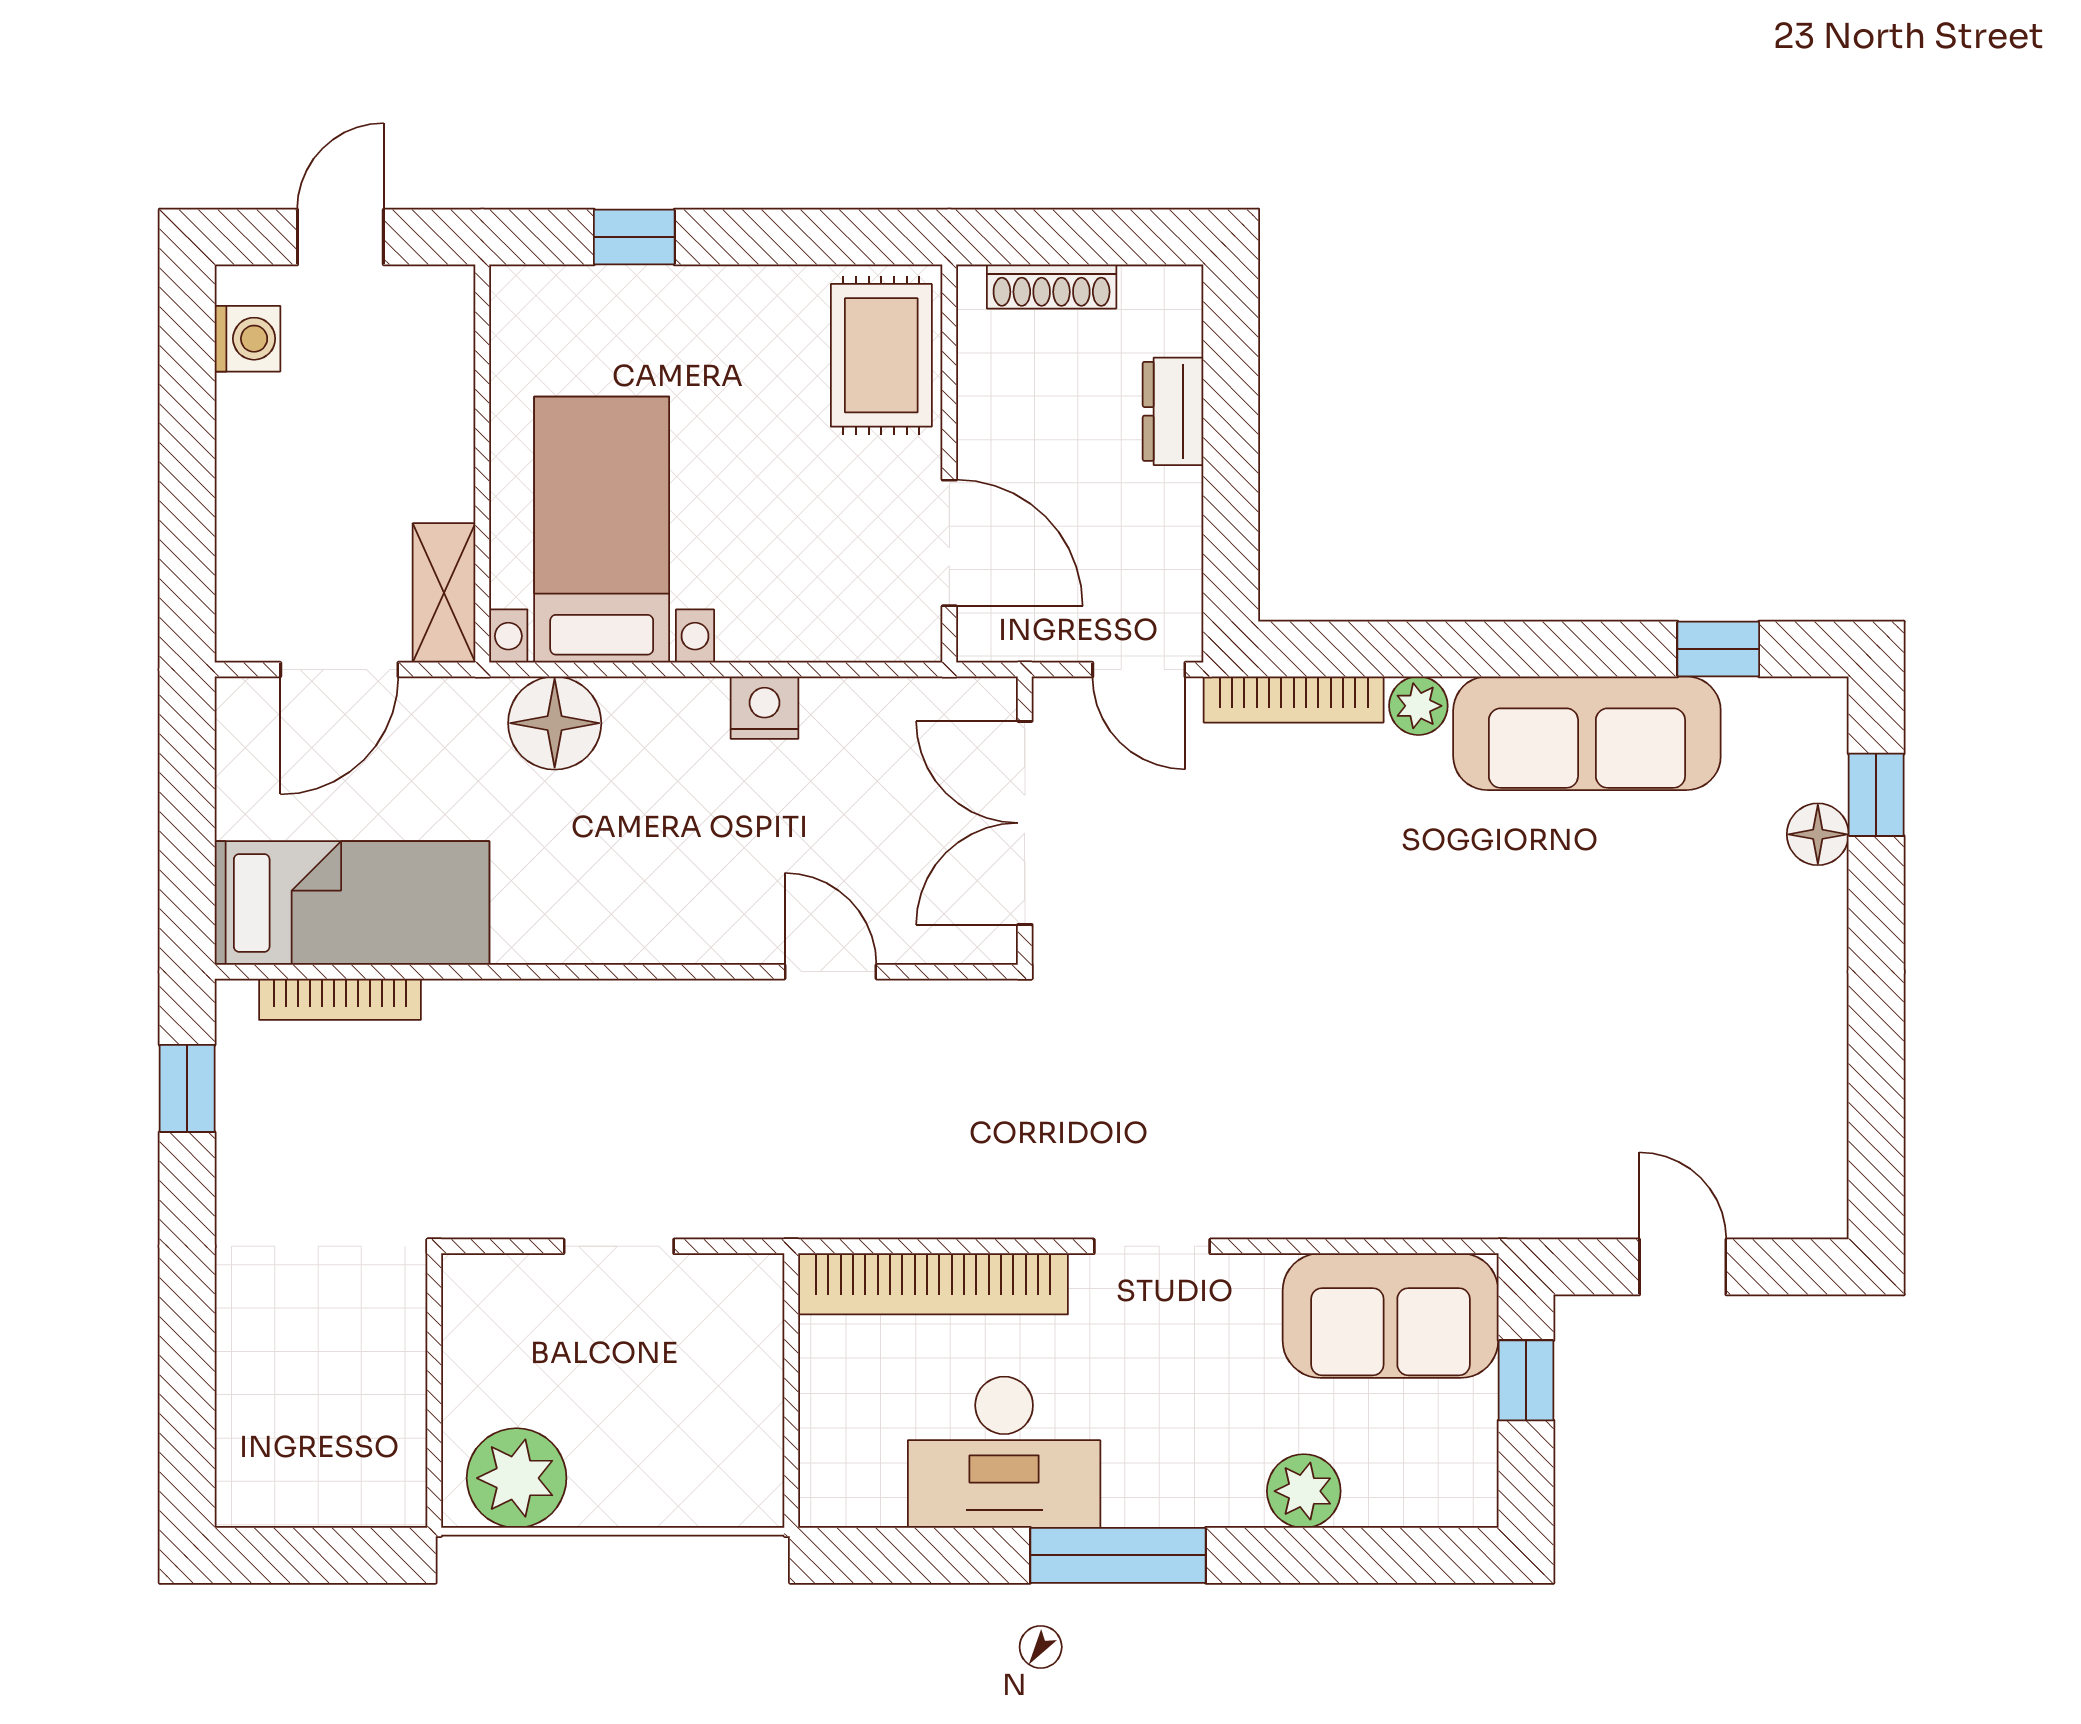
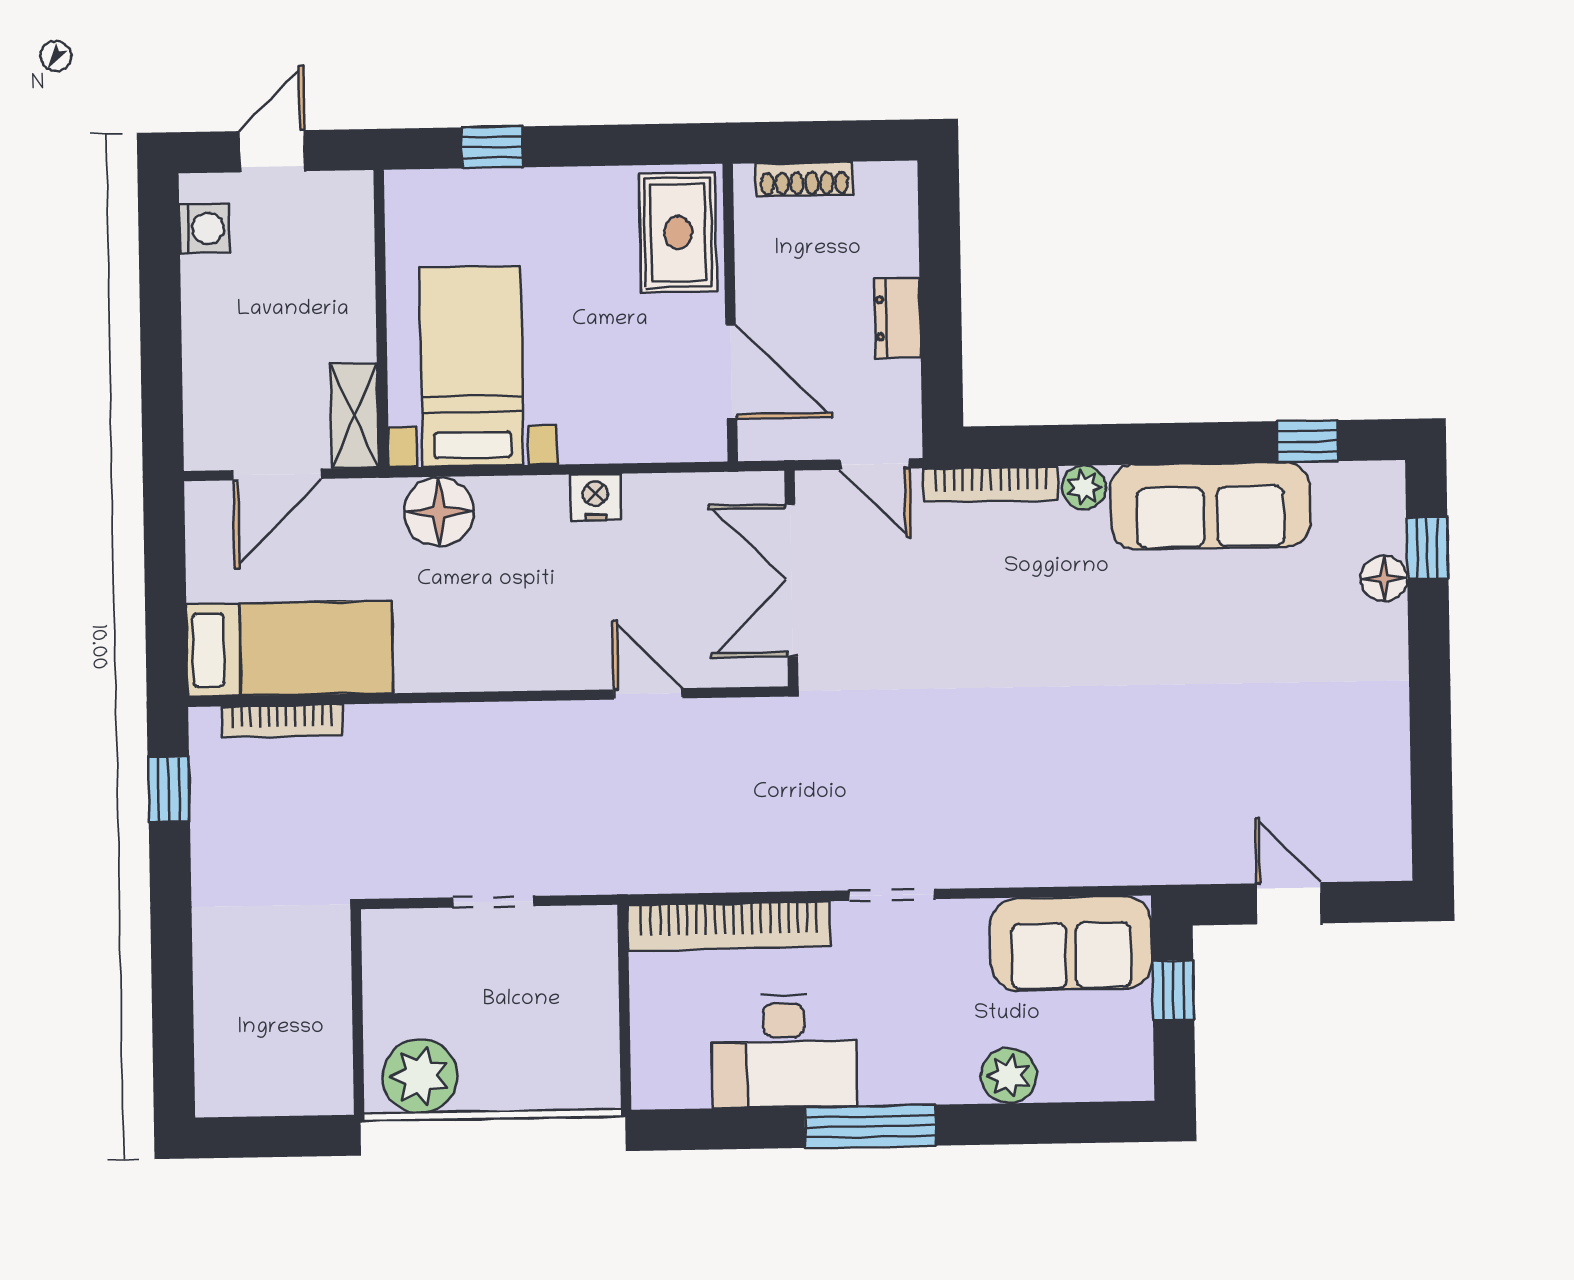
dresser: (1173, 411) -> (898, 318), moved

